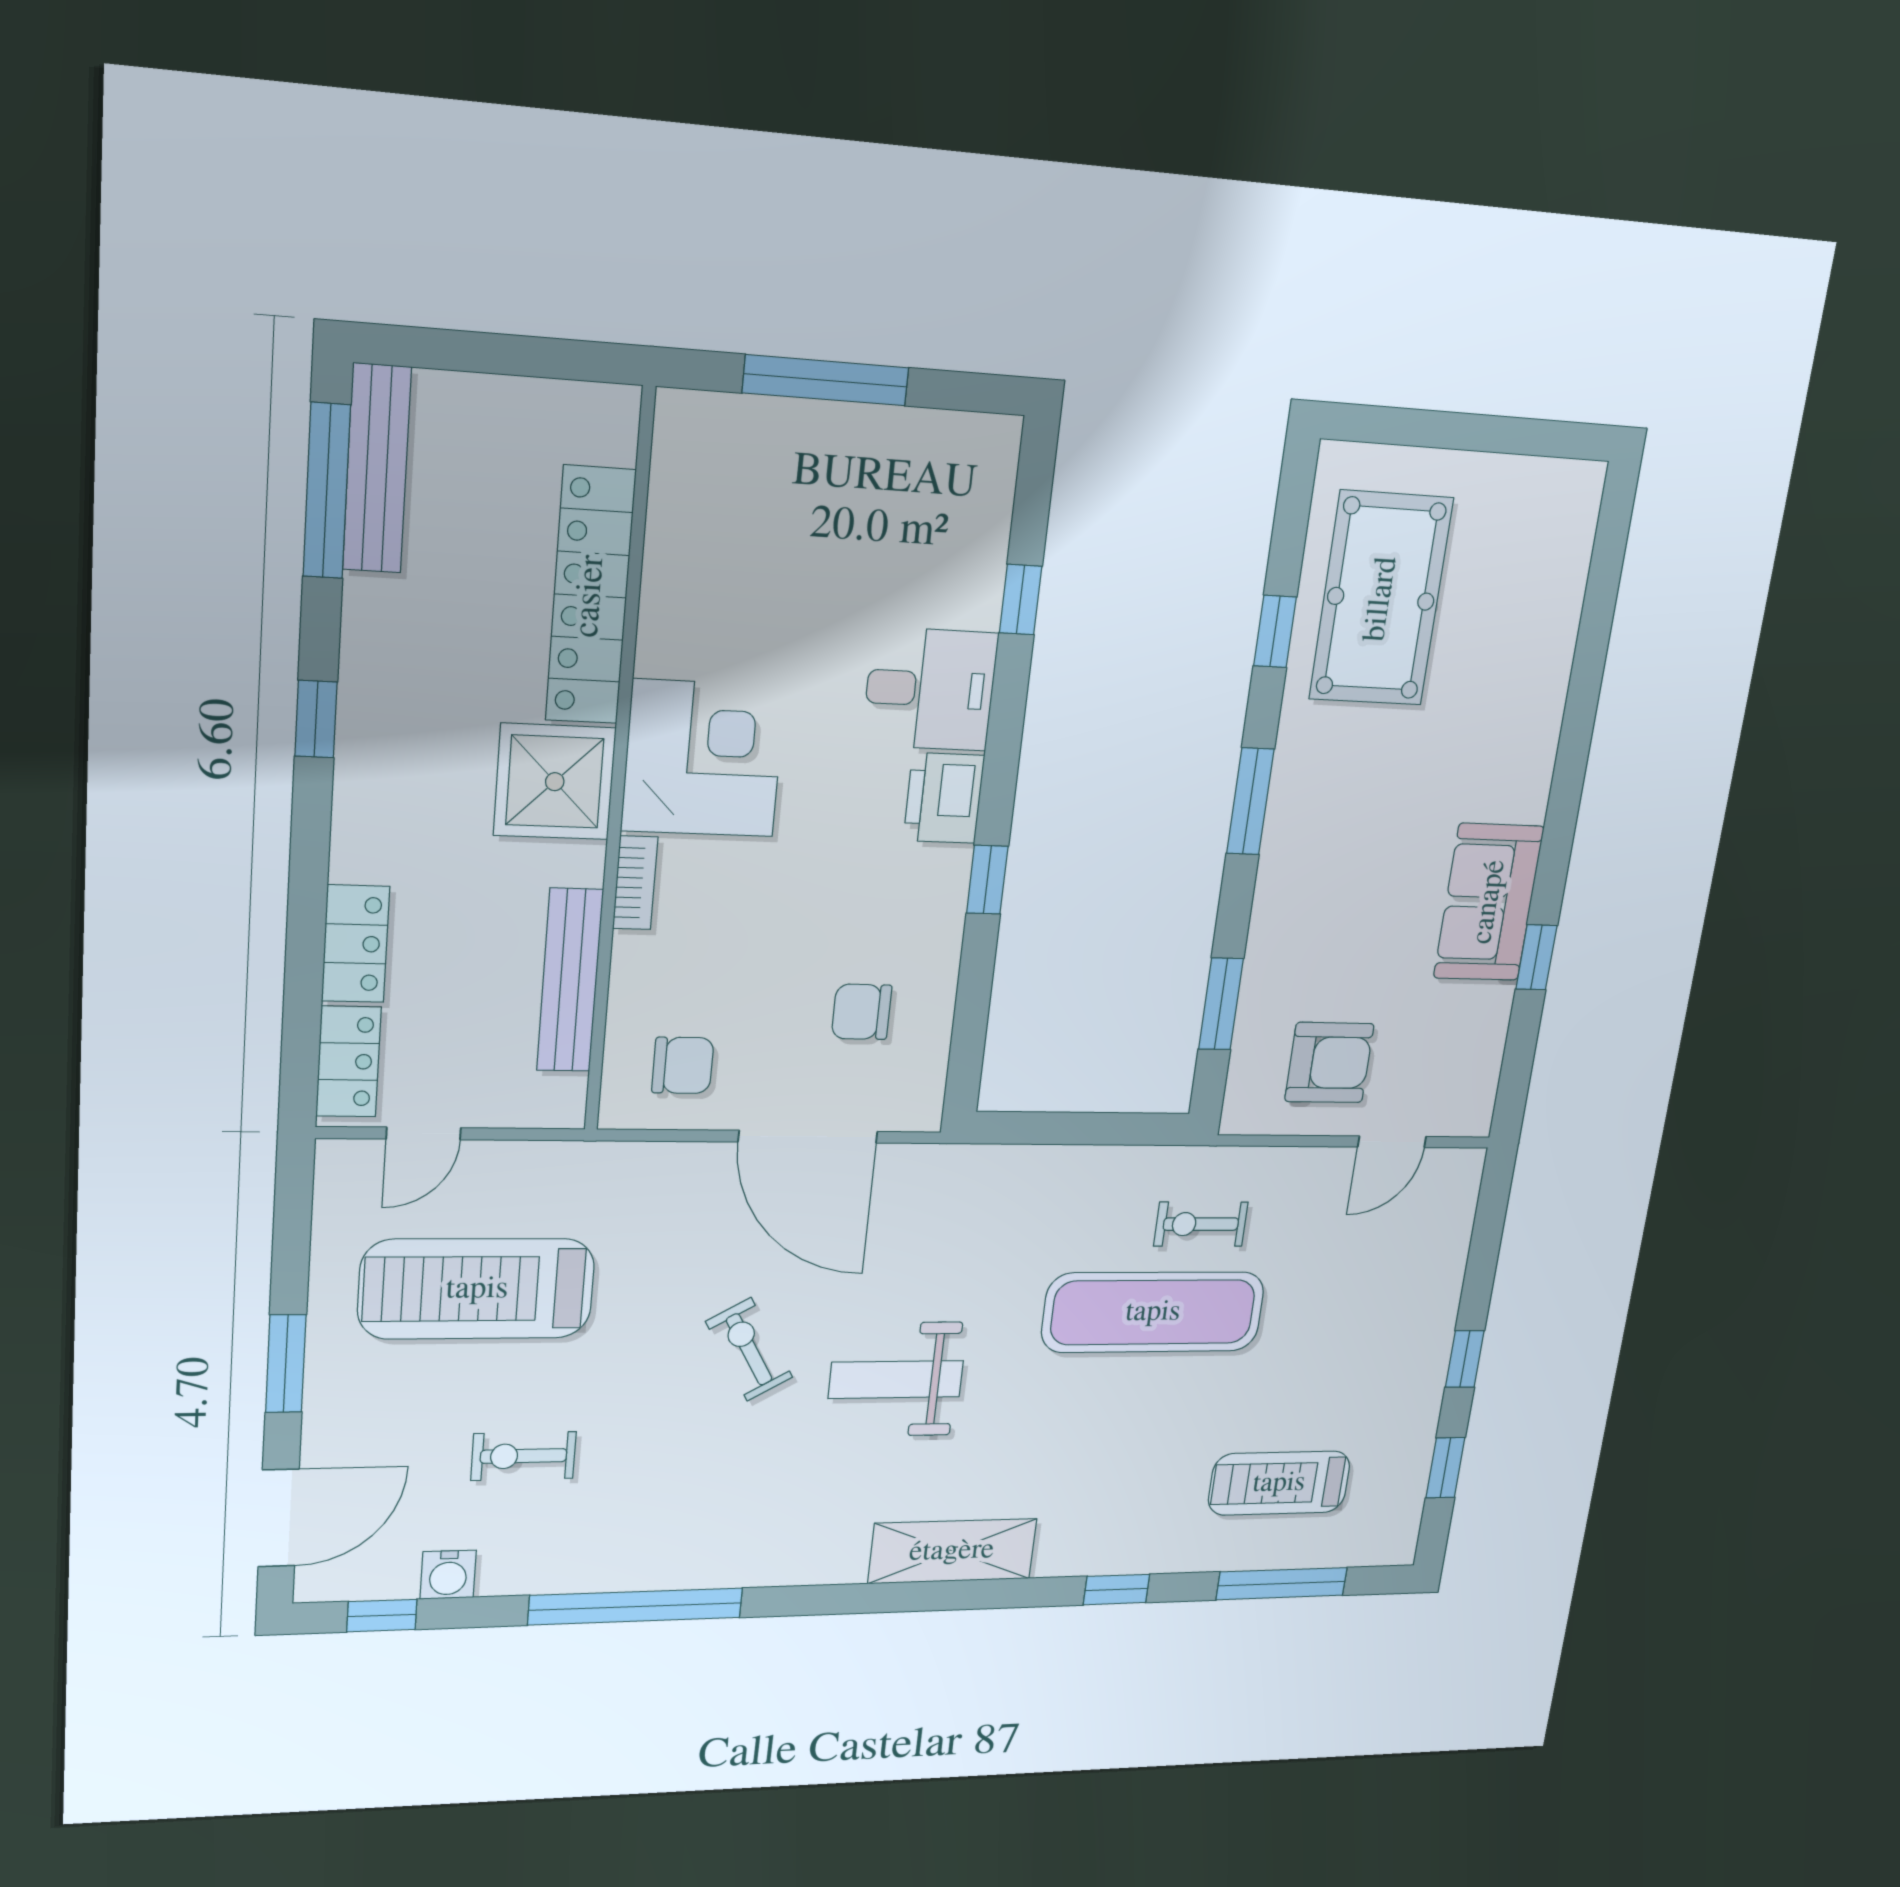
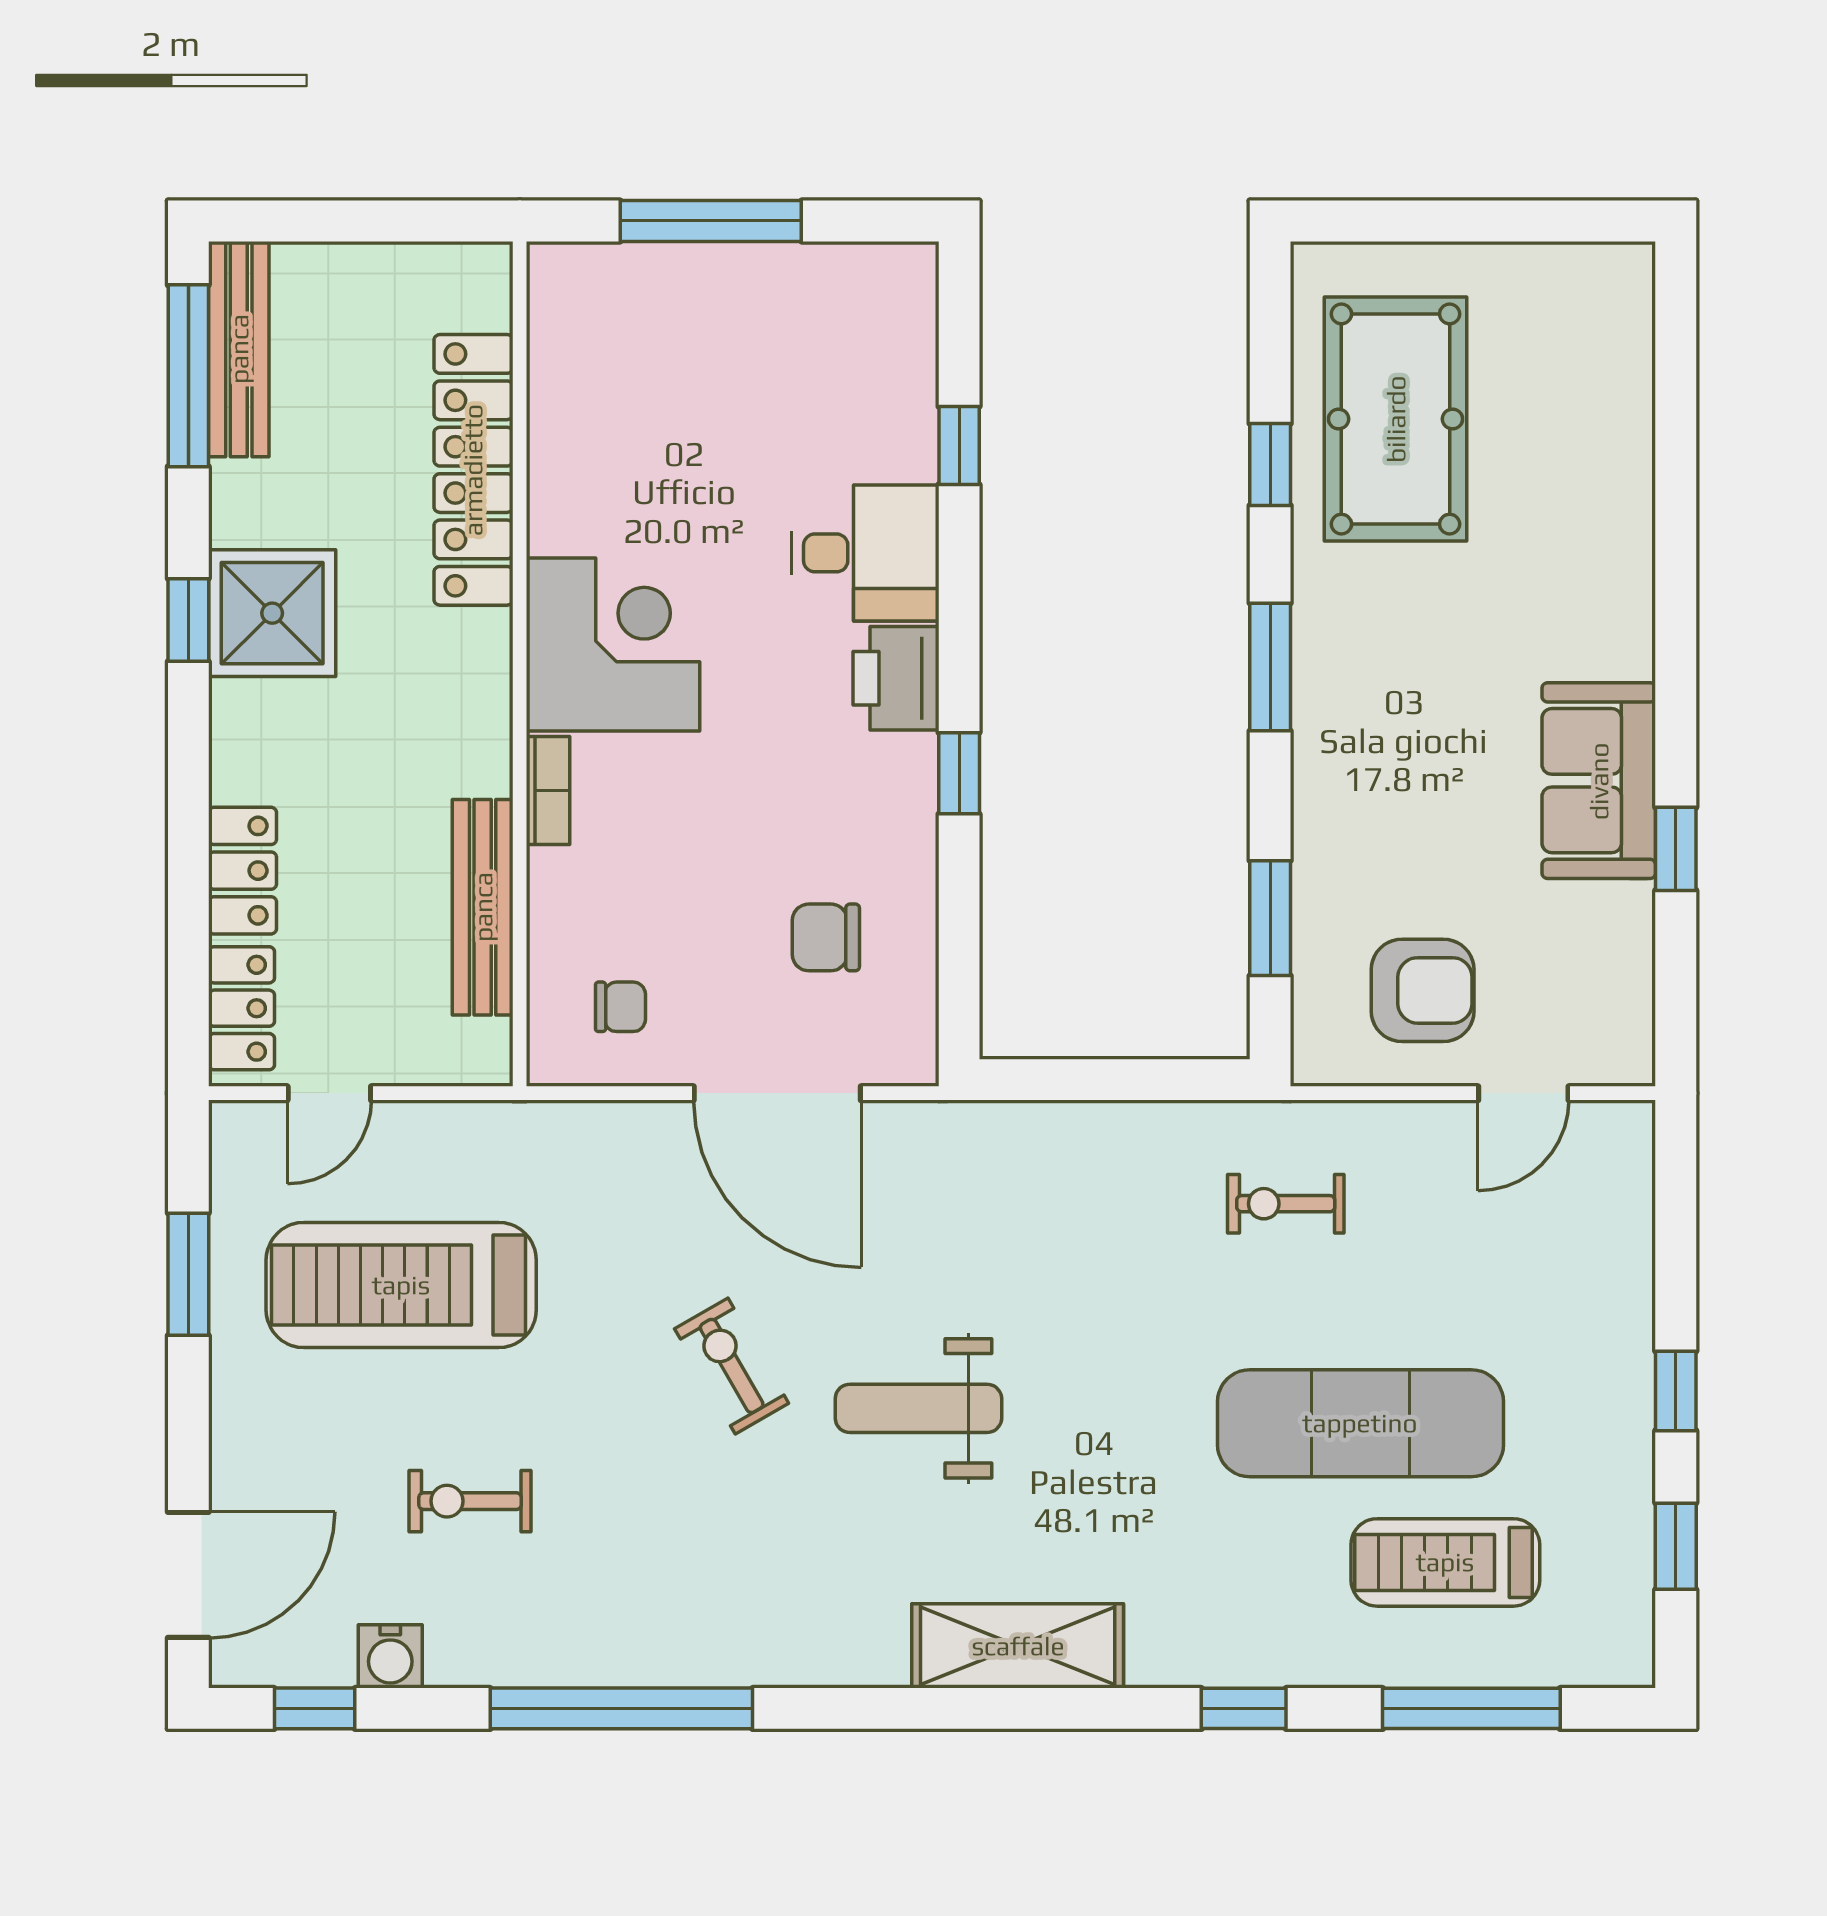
shower: (555, 782) -> (272, 613), moved
chair: (683, 1065) -> (620, 1007), width x0.73, depth x0.73
exercise mat: (1153, 1312) -> (1360, 1423), moved
window: (286, 1364) -> (188, 1274), moved

